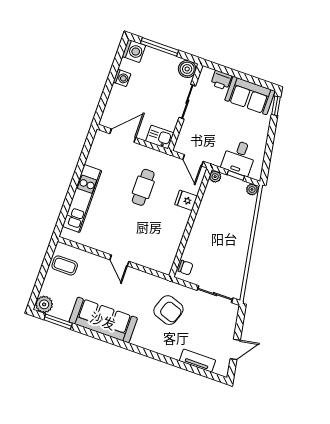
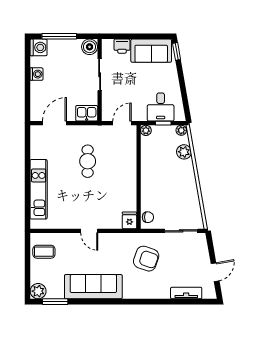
door: (193, 160) -> (122, 123), swing flipped
fridge: (186, 200) -> (129, 220), moved, turned 90
plant: (247, 213) -> (184, 152), added

